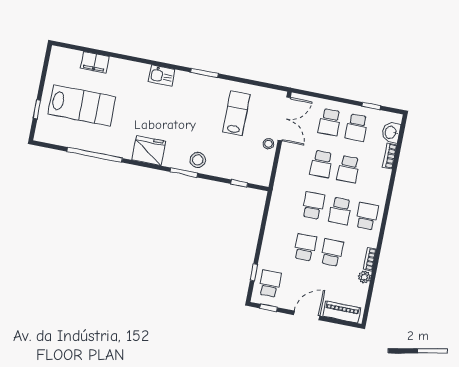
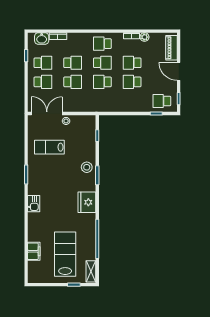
shelving: (51, 137) -> (91, 271), added

